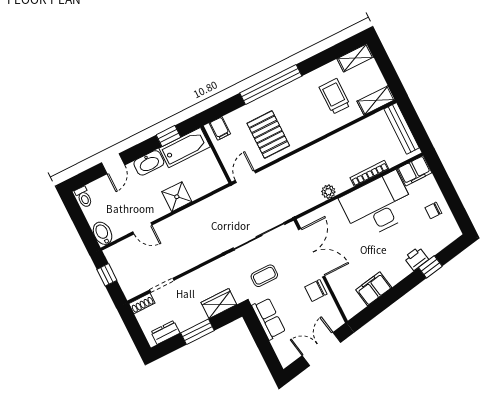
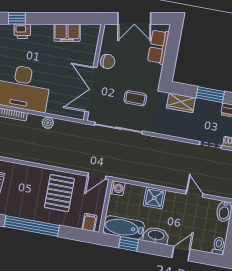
washing machine: (218, 180) -> (117, 188), added
row of seats: (269, 319) -> (158, 47), moved

